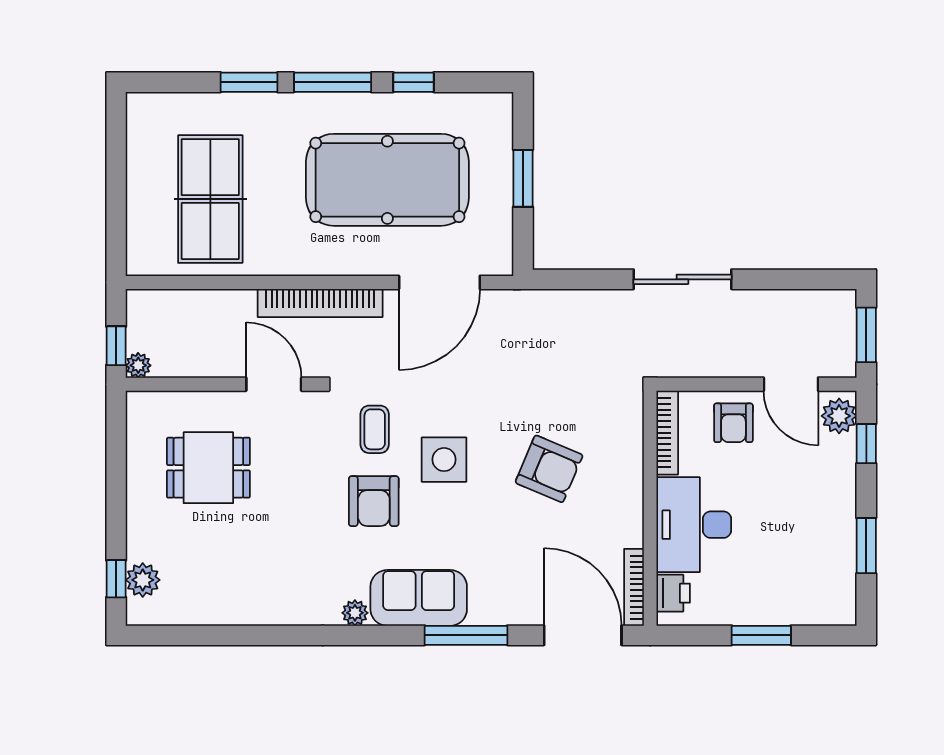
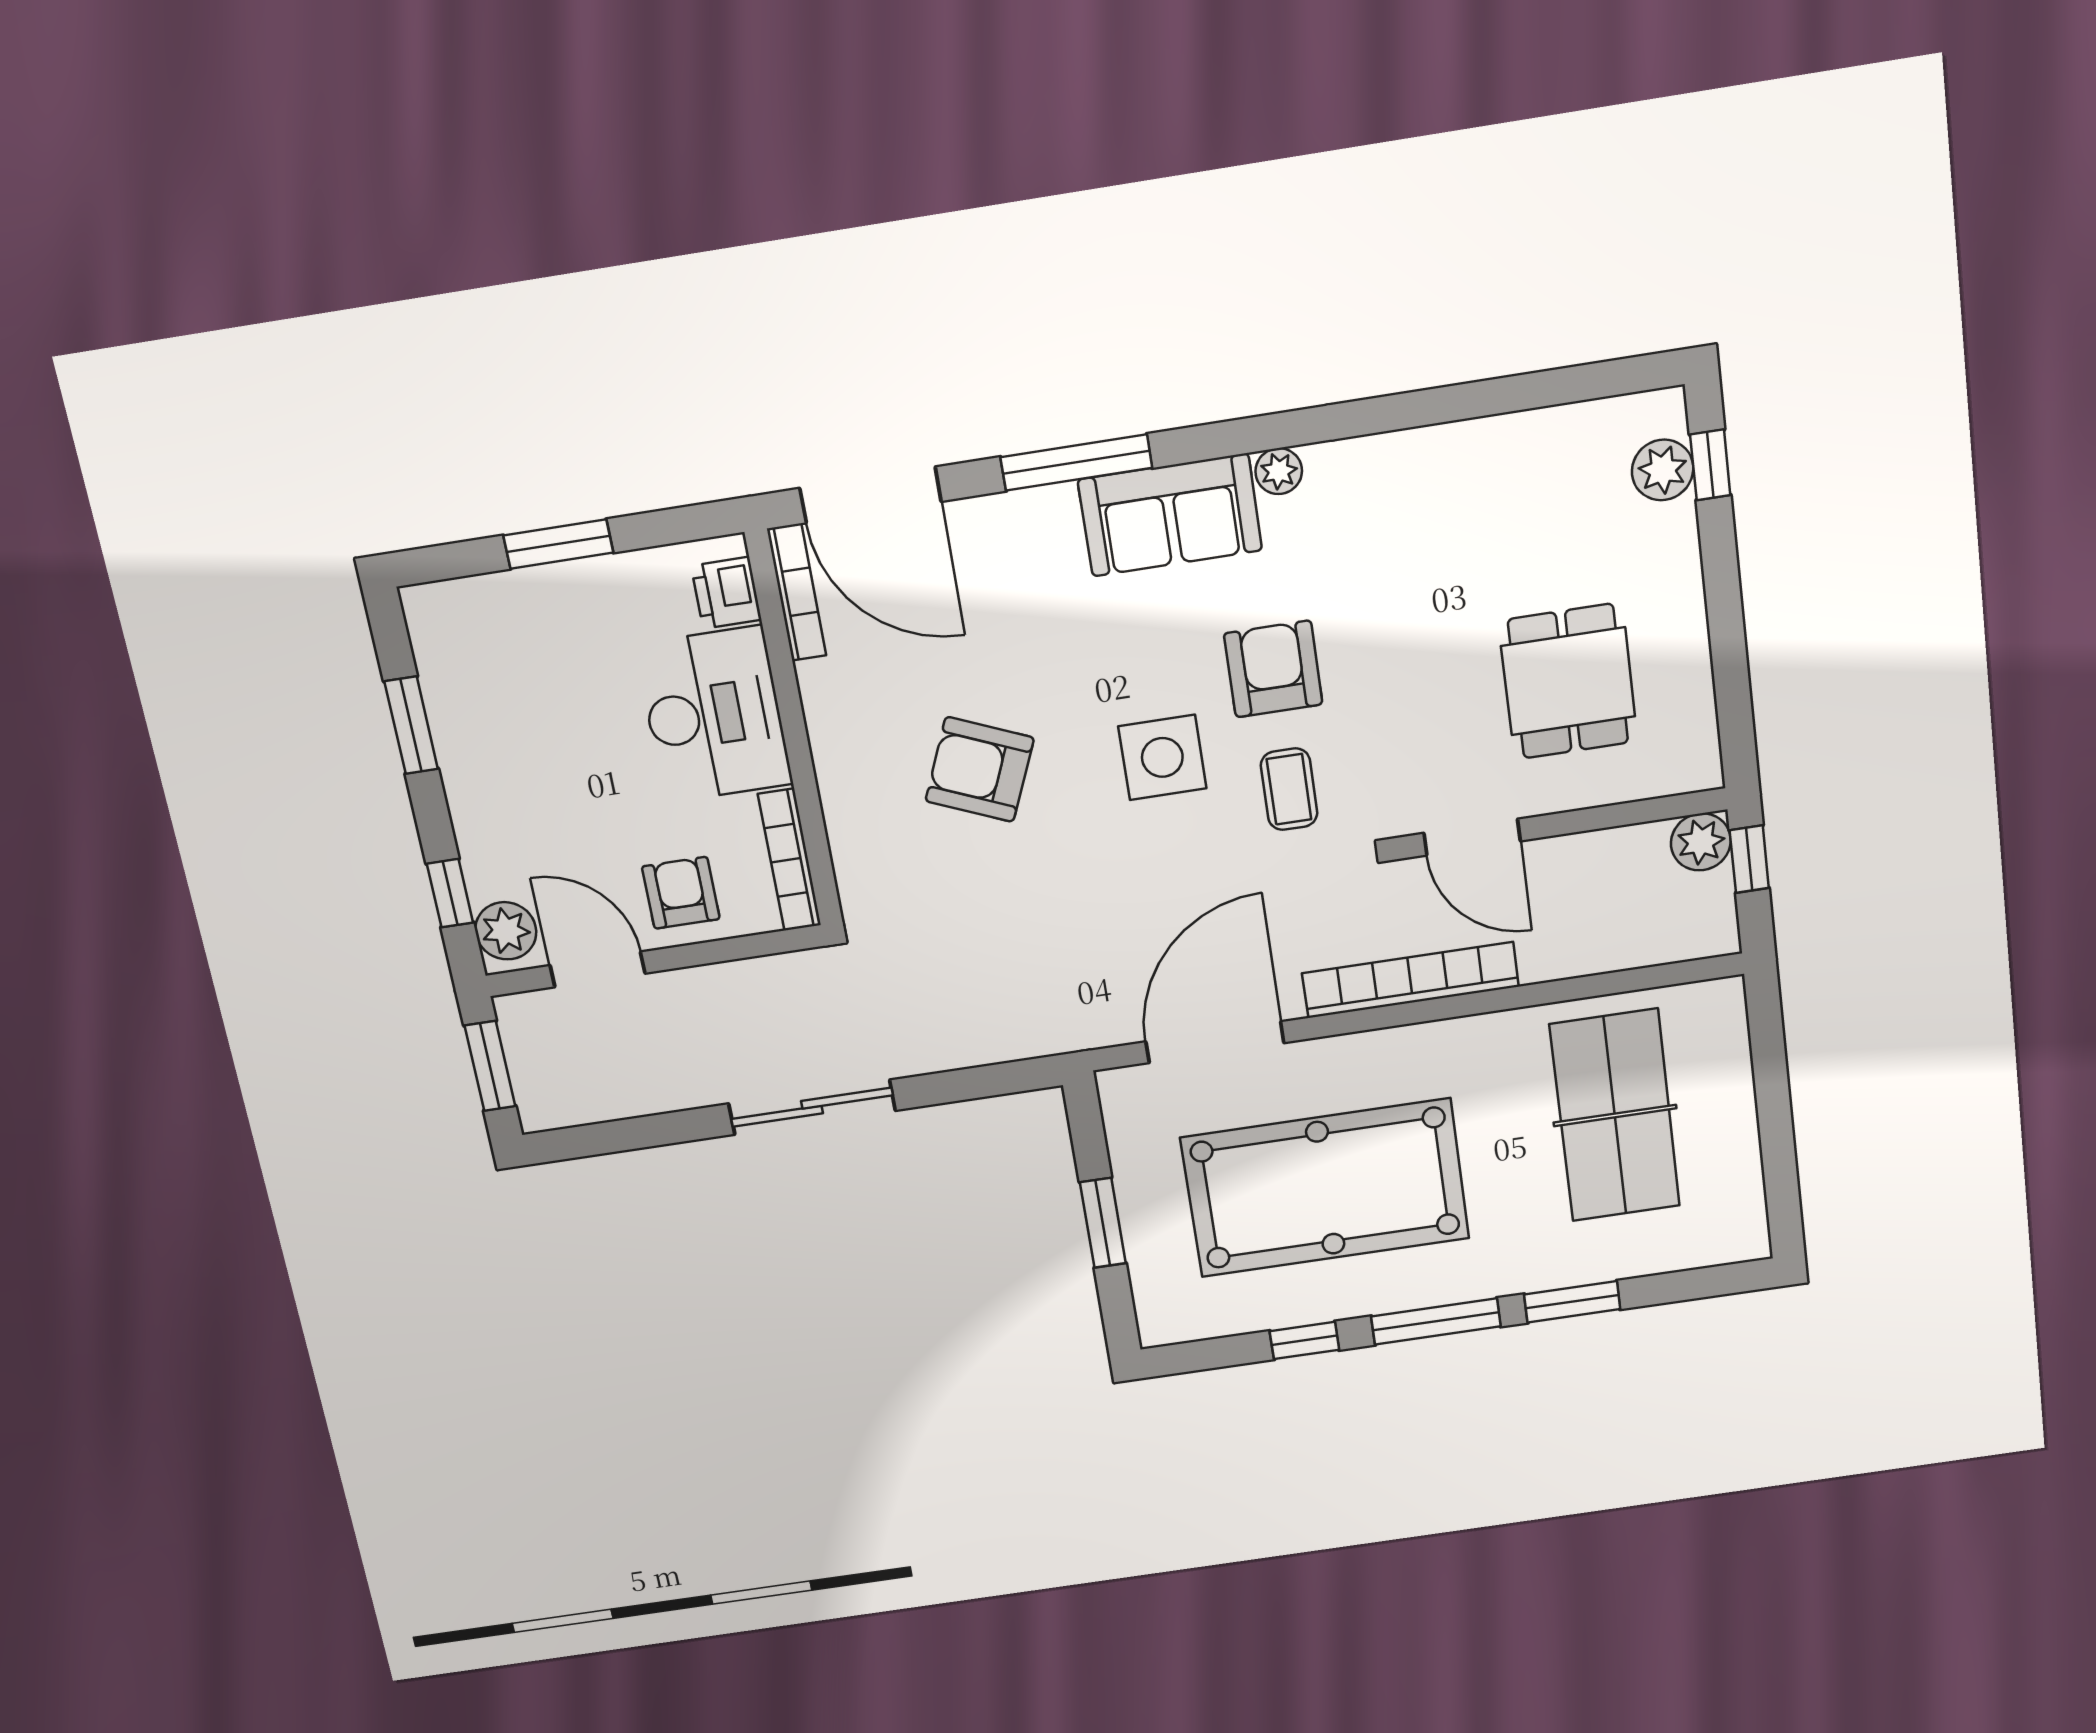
plant: (138, 365) -> (1701, 842), width x1.38, depth x1.38
dining table: (208, 468) -> (1568, 681), turned 90

